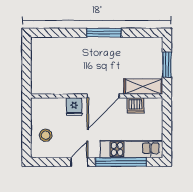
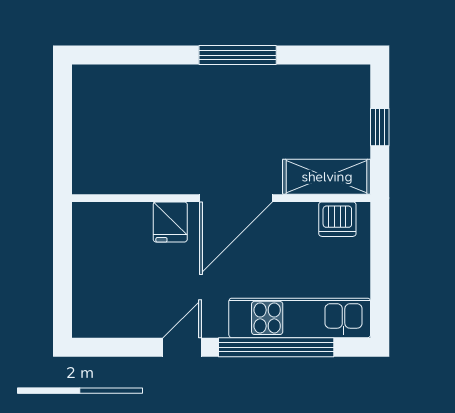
window: (167, 65) -> (380, 127), width x0.67
dishwasher: (136, 105) -> (337, 219), moved
stool: (46, 135) -> (106, 287), removed

